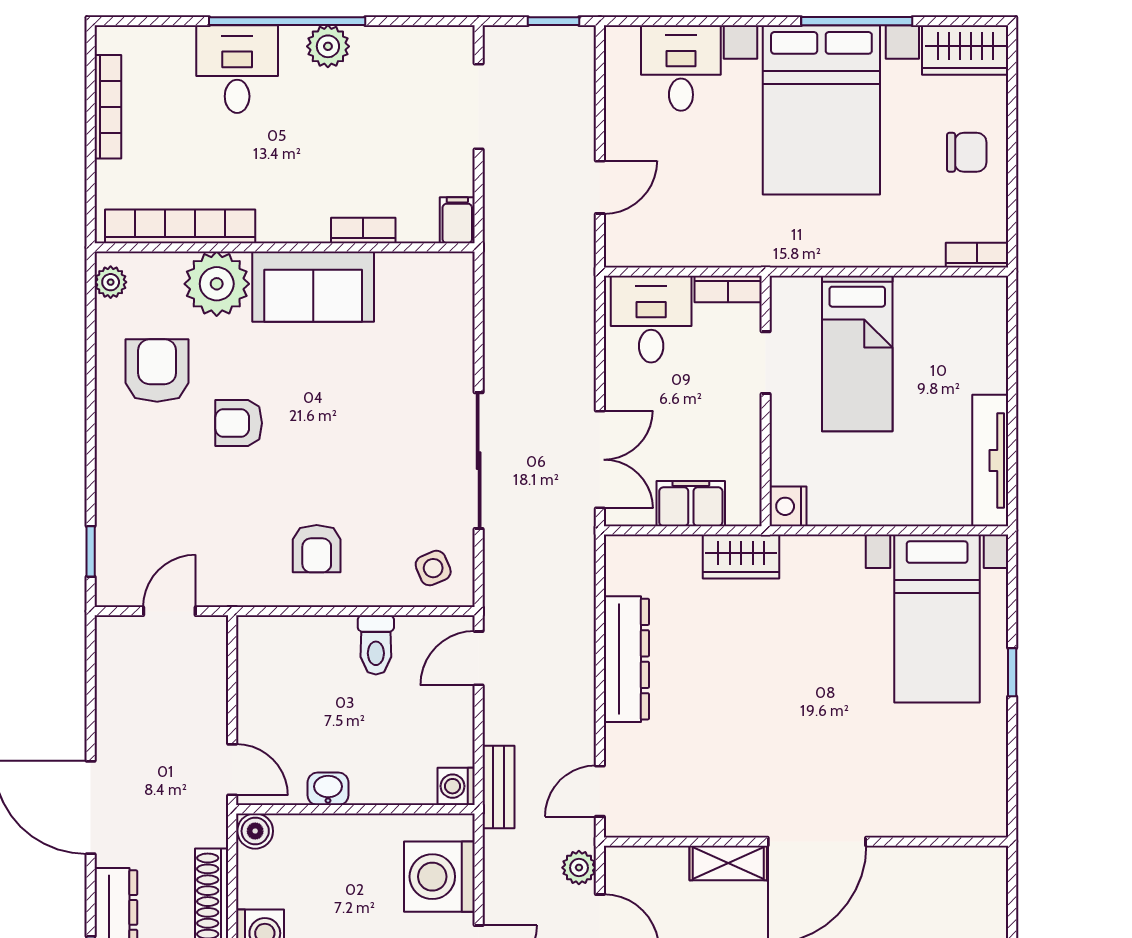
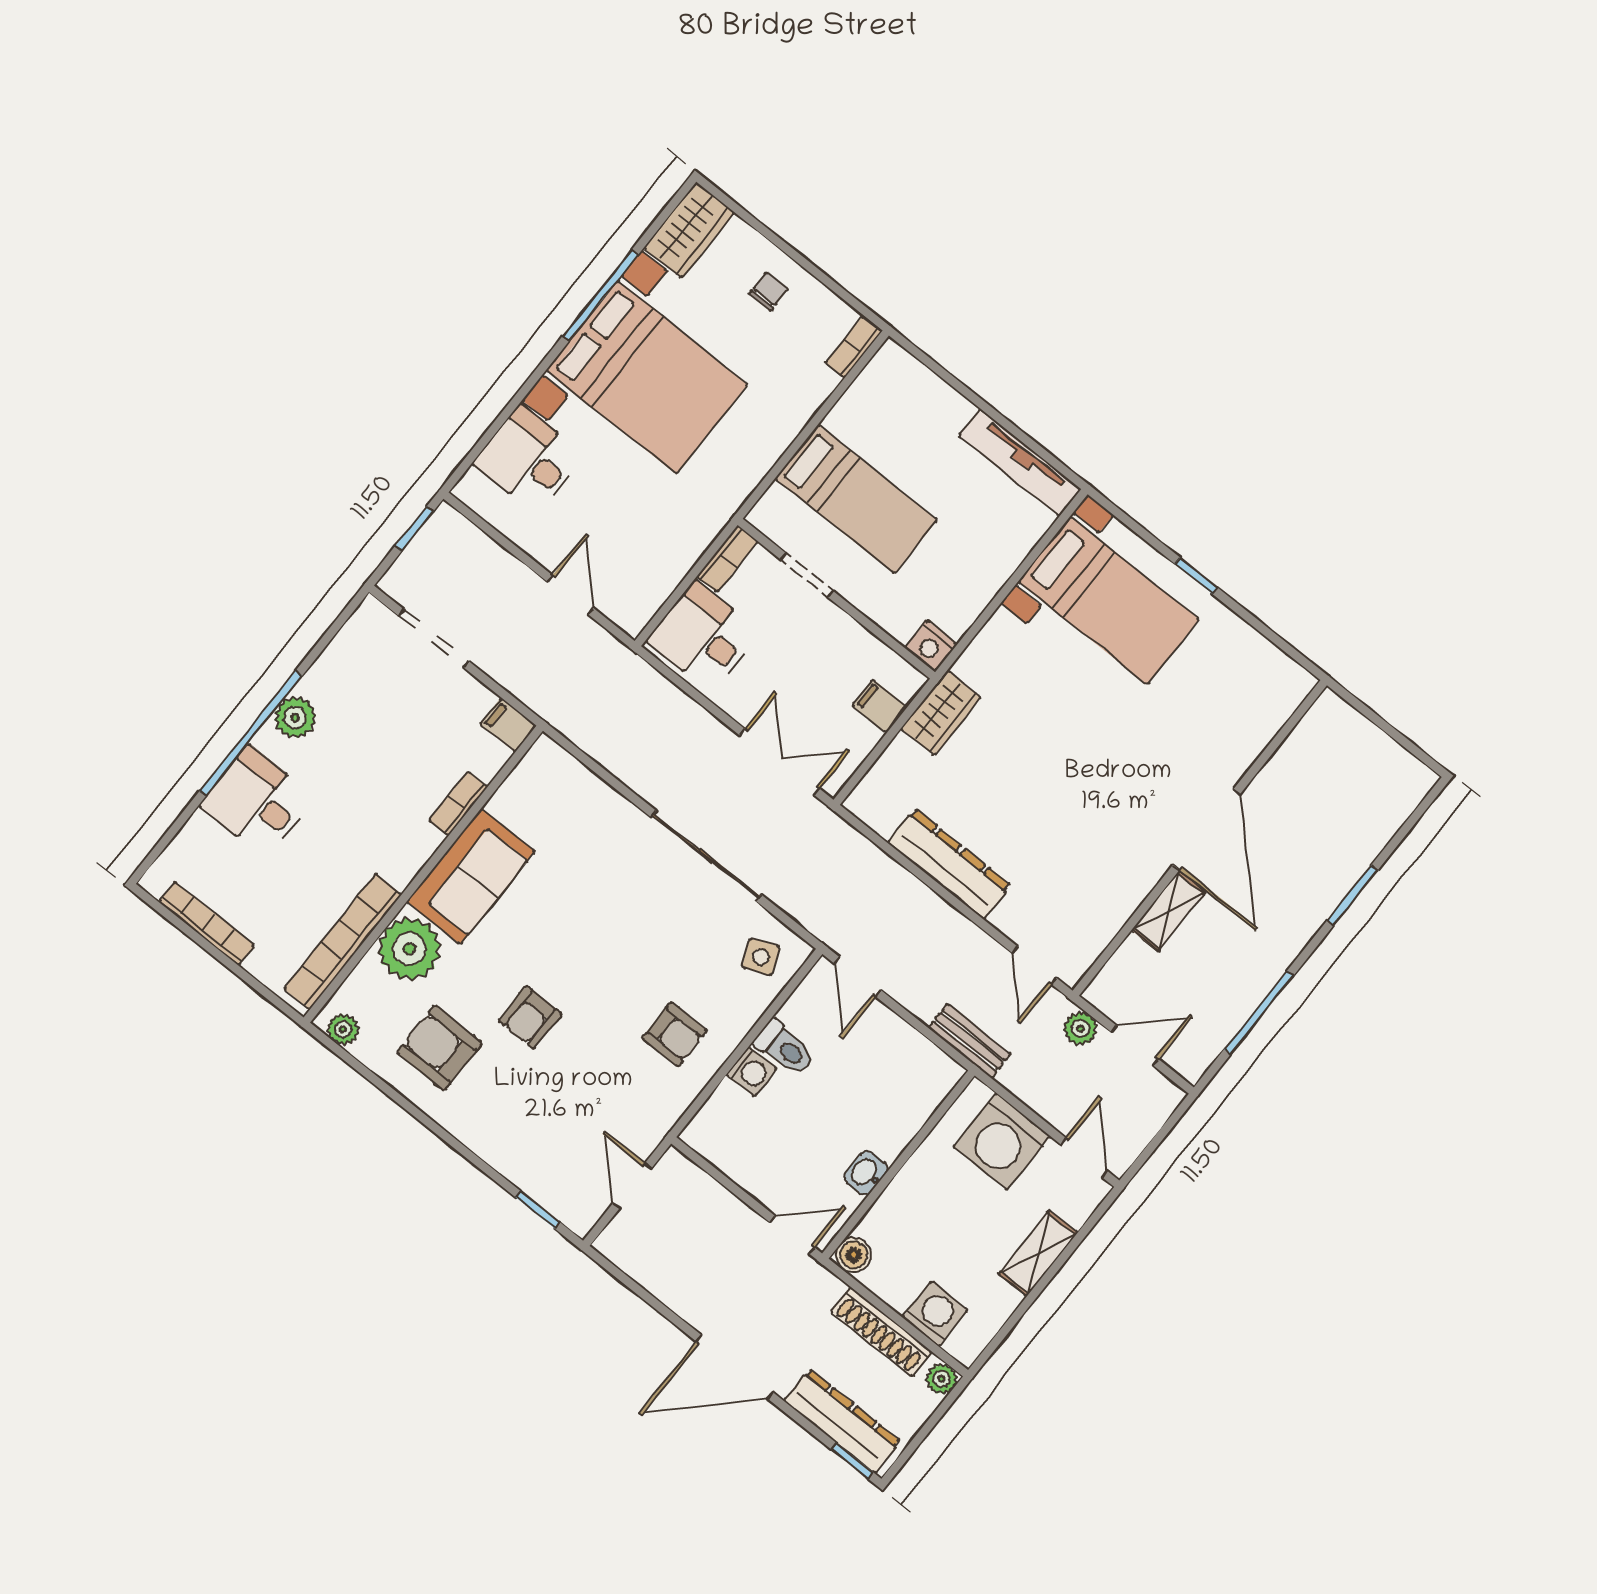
chair: (967, 152) -> (769, 292), width x0.73, depth x0.73
filing cabinet: (691, 504) -> (880, 706), width x0.50
washing machine: (456, 786) -> (752, 1072), moved, turned -90

